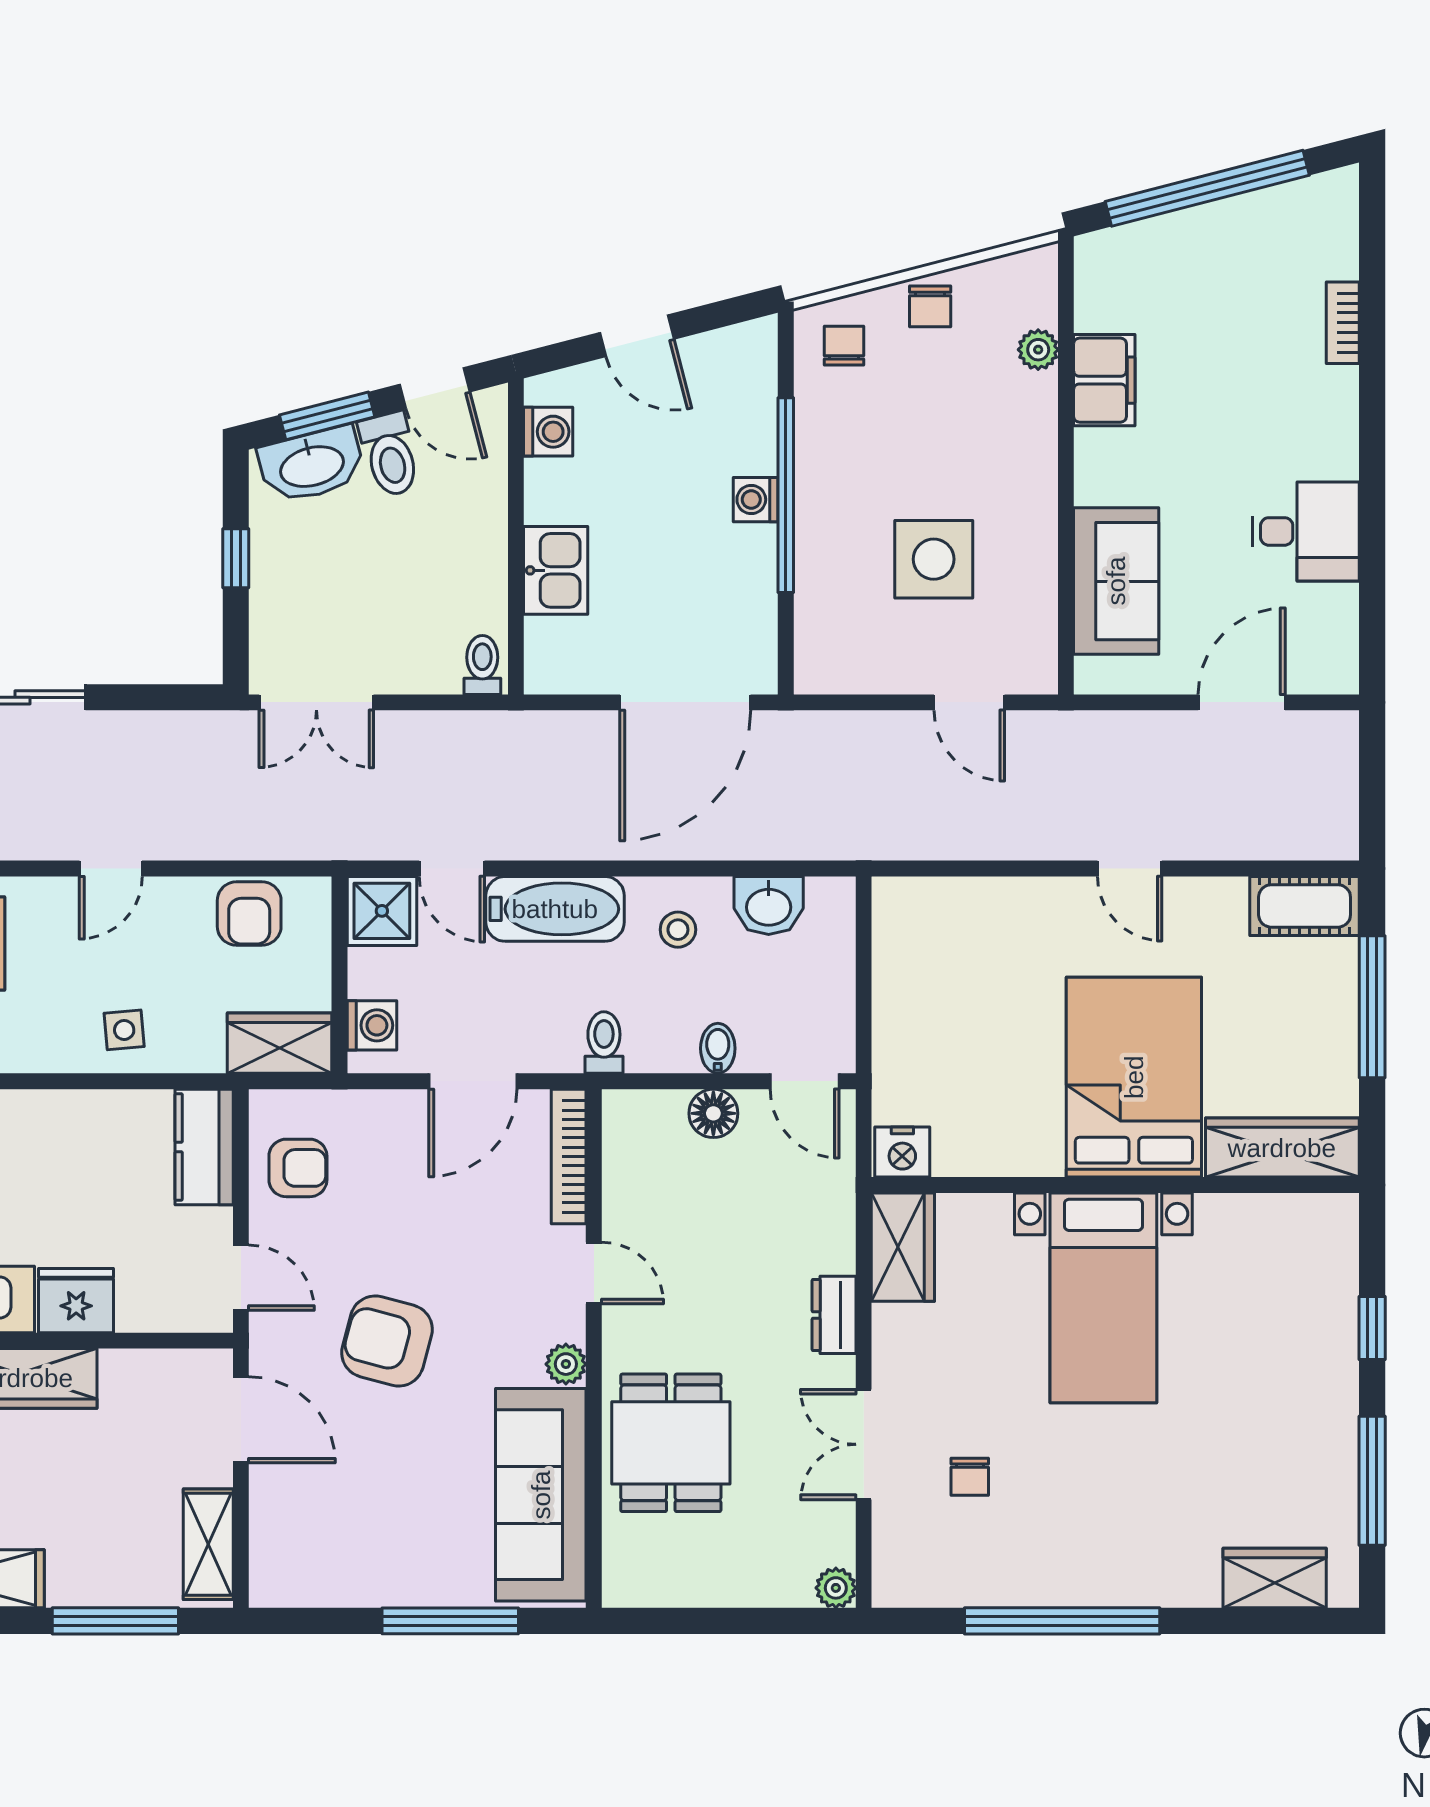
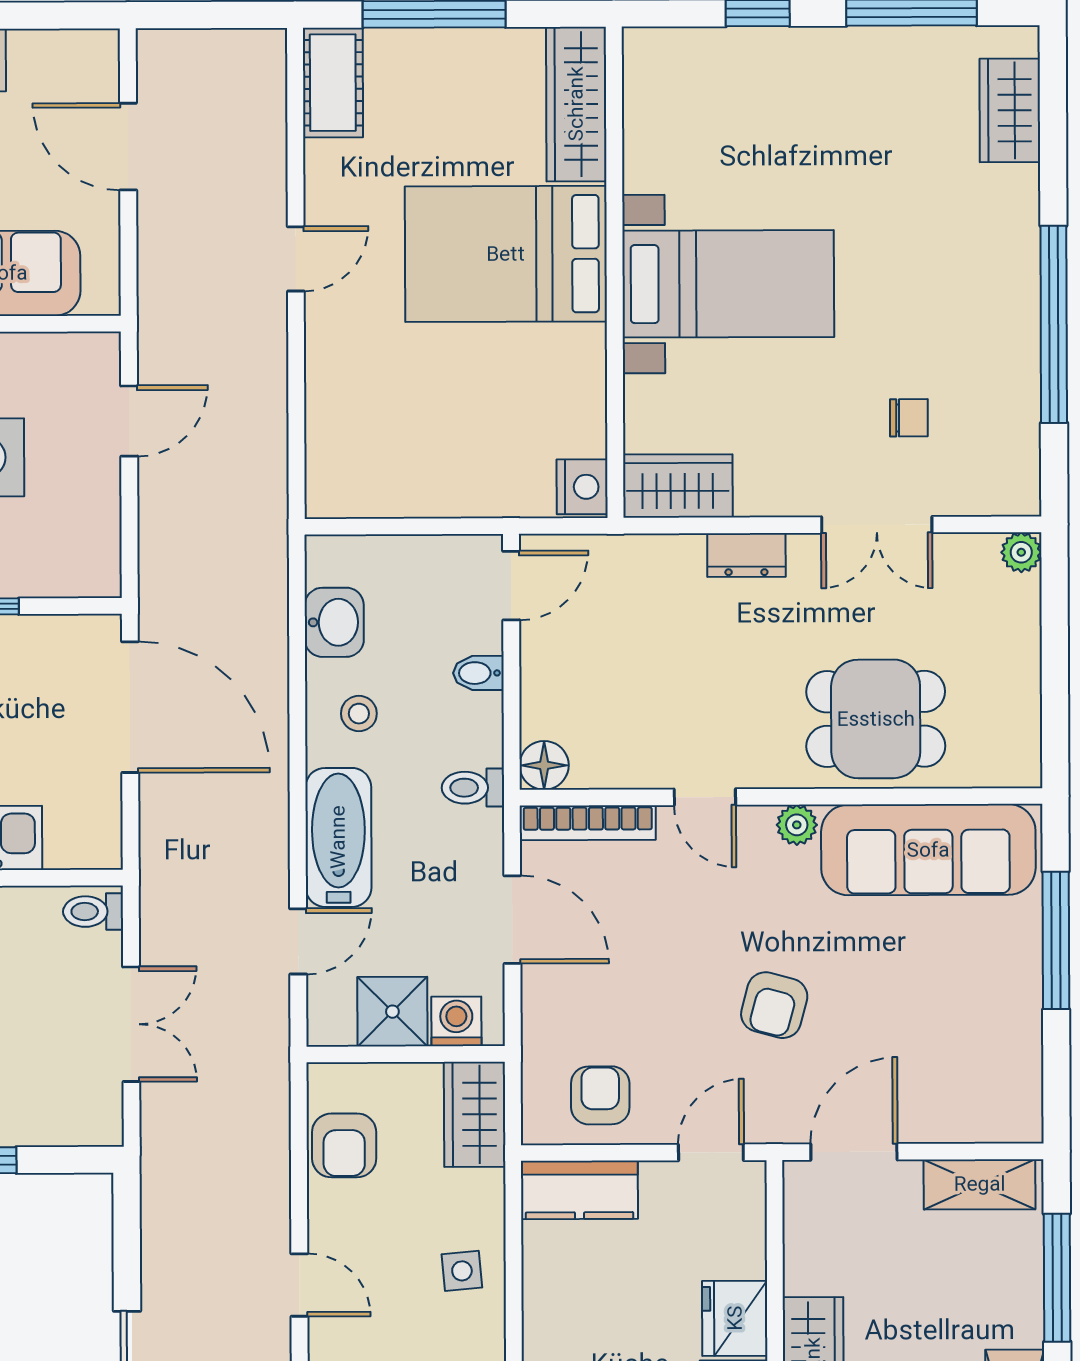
double door: (316, 702) -> (131, 1024), moved
shower: (382, 911) -> (392, 1012), moved
armchair: (249, 913) -> (344, 1145), turned 90
floor lamp: (713, 1113) -> (544, 765), moved
door: (594, 1273) -> (705, 797), swing flipped
armchair: (387, 1341) -> (774, 1005), width x0.72, depth x0.72

